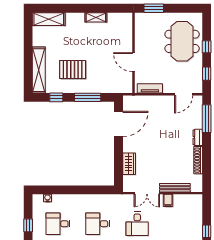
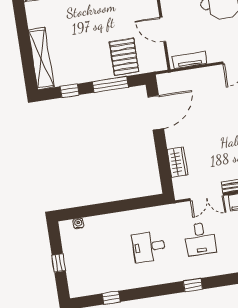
pallet: (73, 70) -> (124, 57), moved, turned 90
desk: (58, 224) -> (97, 255), removed

